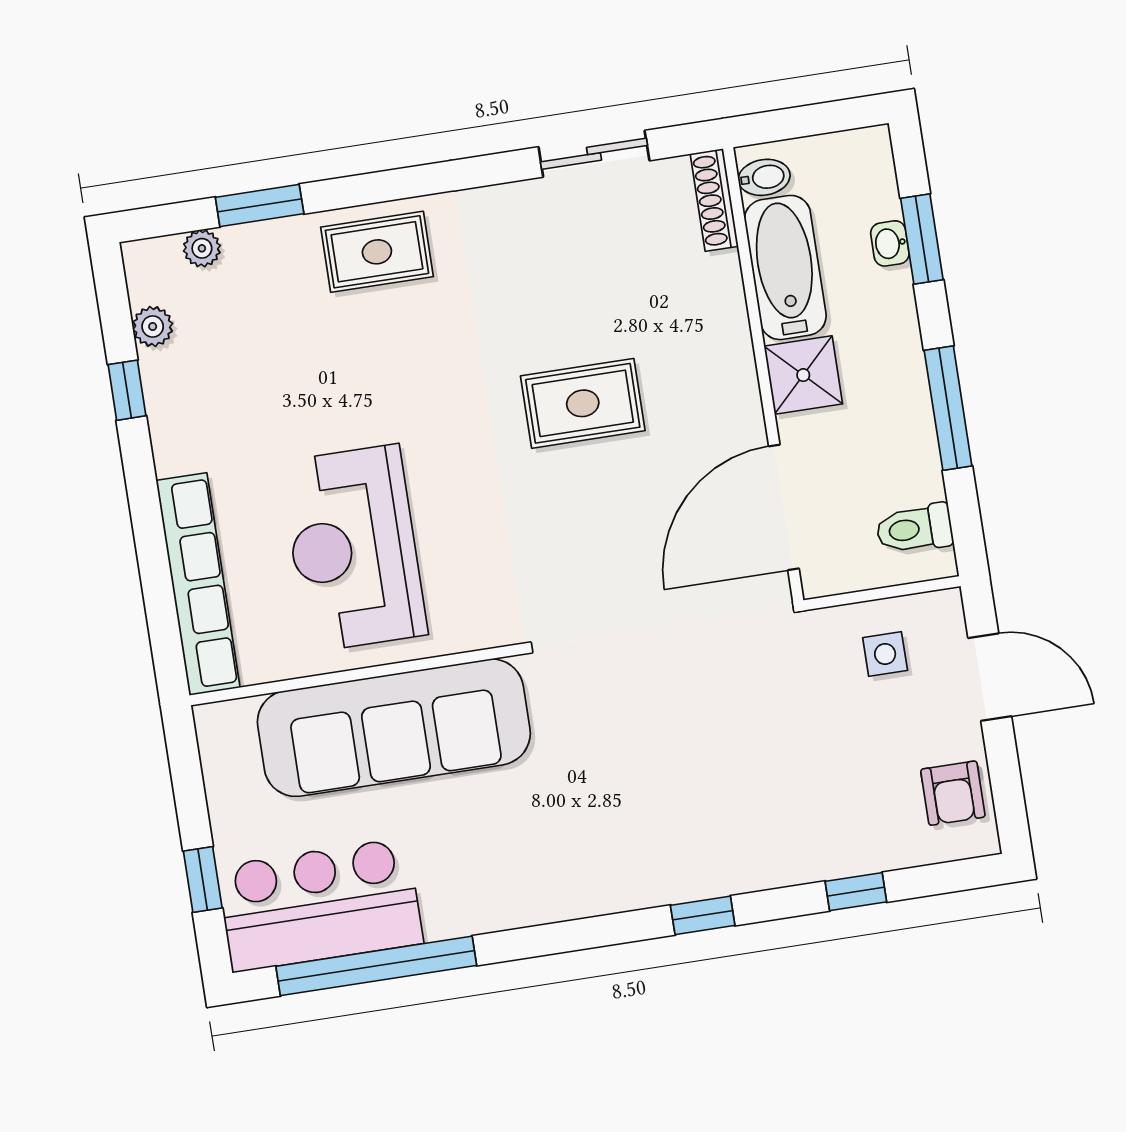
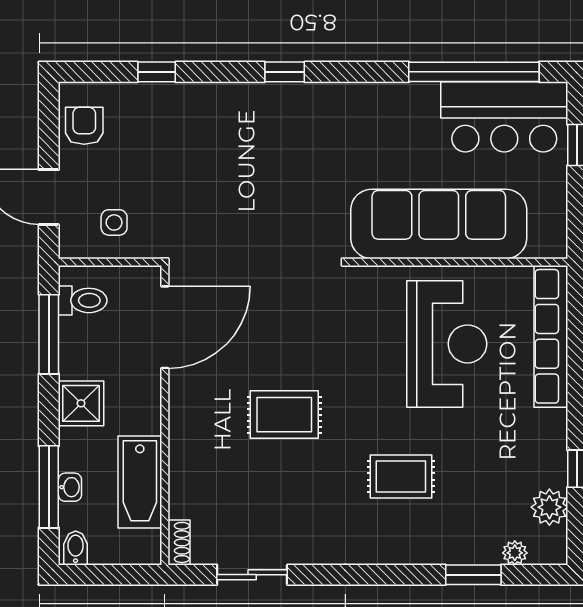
bidet: (764, 177) -> (76, 548), moved, turned 90
shoe rack: (714, 200) -> (179, 542), width x0.70
window: (922, 239) -> (49, 487), width x1.44
rug: (377, 252) -> (401, 476), moved
plant: (153, 326) -> (549, 507), width x1.38, depth x1.38
shower: (803, 375) -> (81, 403), moved
window: (948, 408) -> (49, 334), moved
window: (703, 915) -> (285, 72), moved

